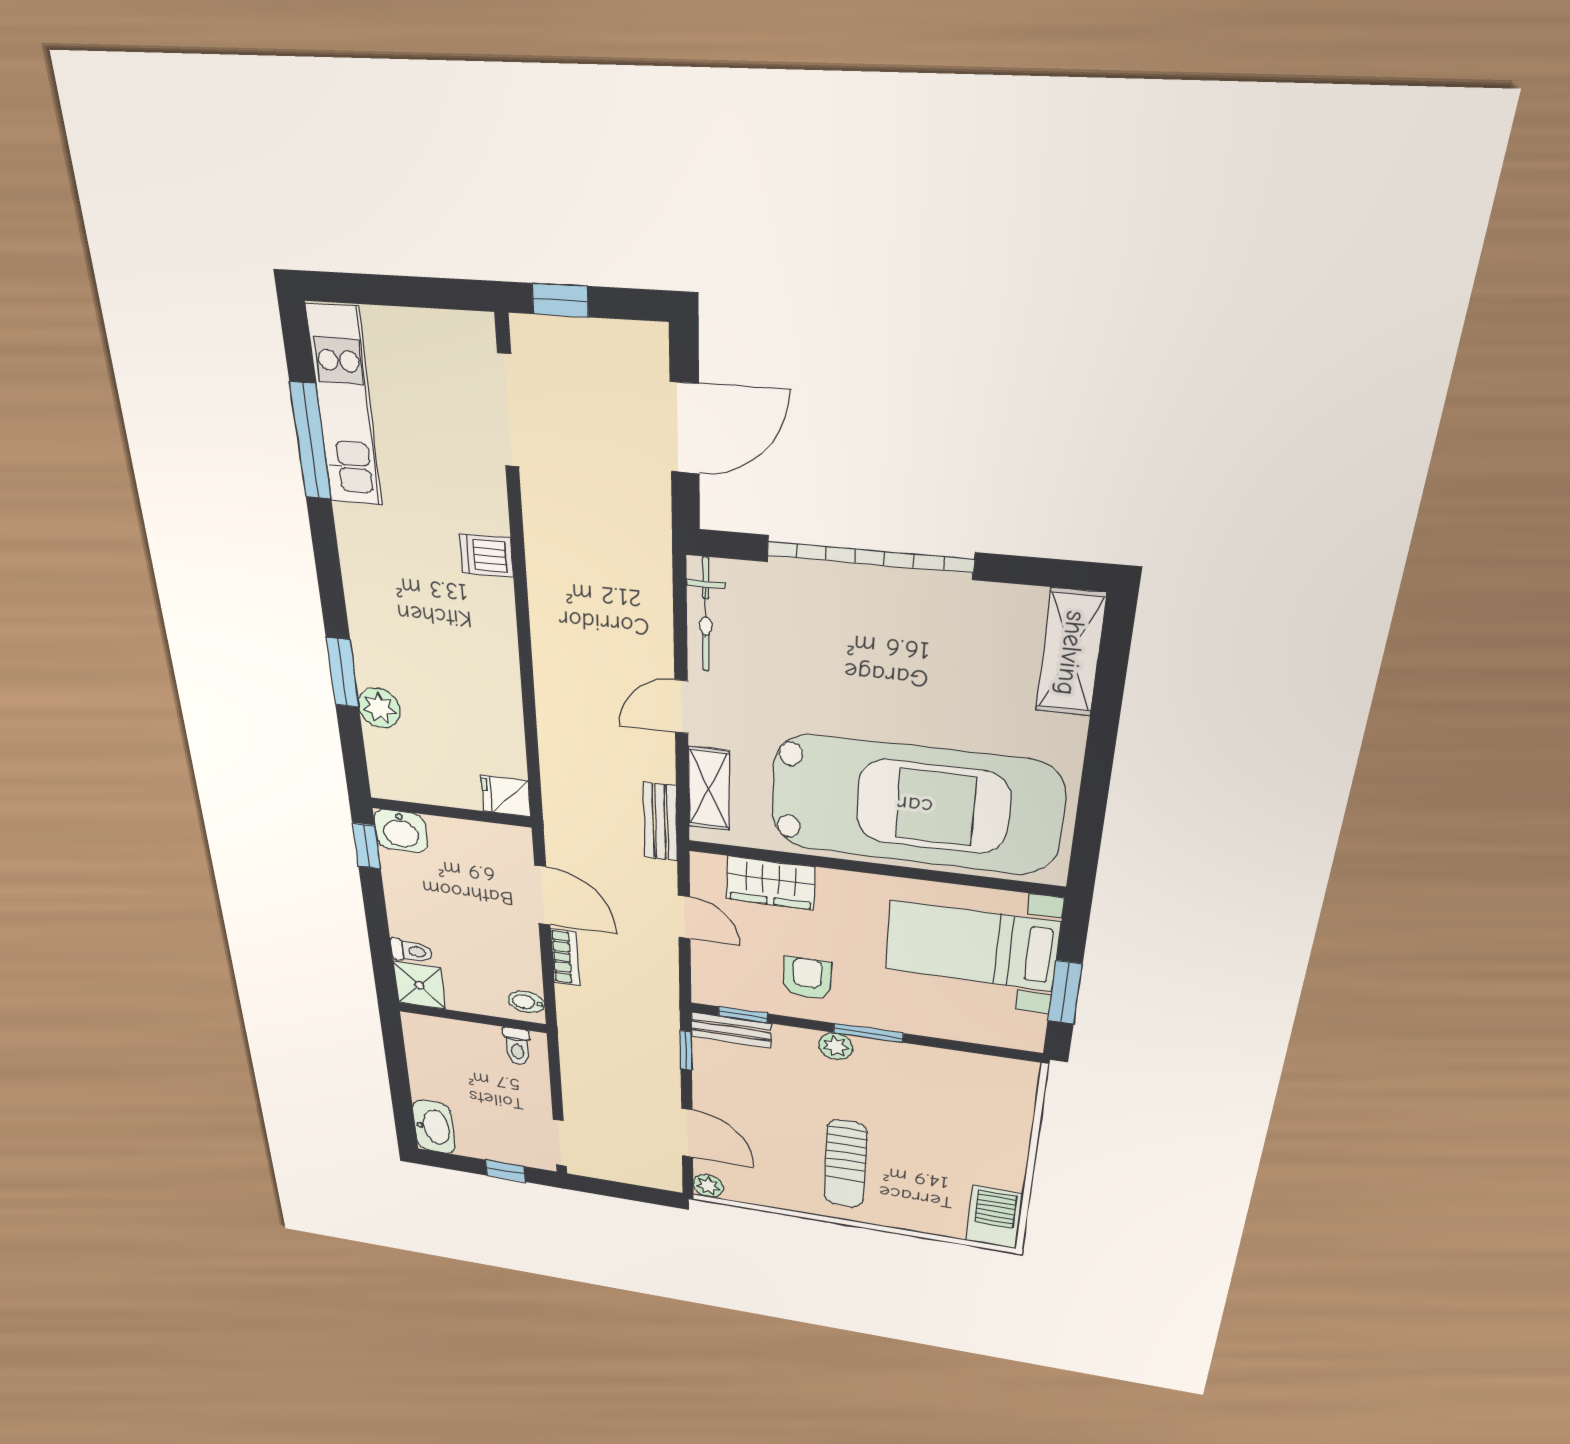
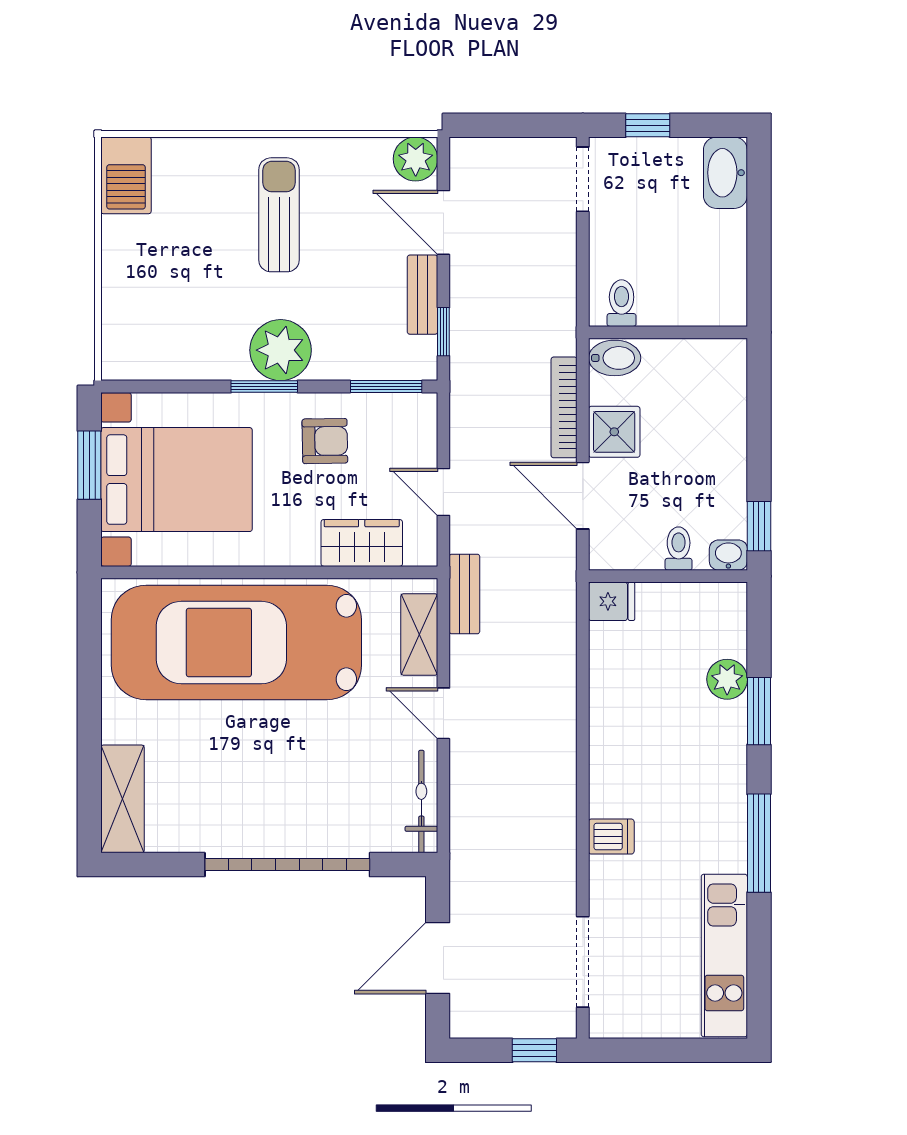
window: (311, 441) -> (759, 843), moved
door: (681, 707) -> (443, 713), swing flipped
washbasin: (401, 831) -> (728, 555), width x0.72, depth x0.69
bed with nightstands: (971, 946) -> (177, 480), width x1.36
toilet: (412, 951) -> (679, 549), moved, turned 90
bookcase: (565, 957) -> (564, 407), width x1.56
armchair: (807, 978) -> (325, 441), turned -91
shower: (419, 985) -> (614, 432), moved
bidet: (526, 1002) -> (615, 358), width x1.38, depth x1.36
window: (743, 1015) -> (386, 387), width x1.50
bench: (731, 1030) -> (422, 295), moved, turned 90
plant: (836, 1046) -> (281, 350), width x1.88, depth x1.88
plant: (708, 1186) -> (416, 159), width x1.38, depth x1.38

